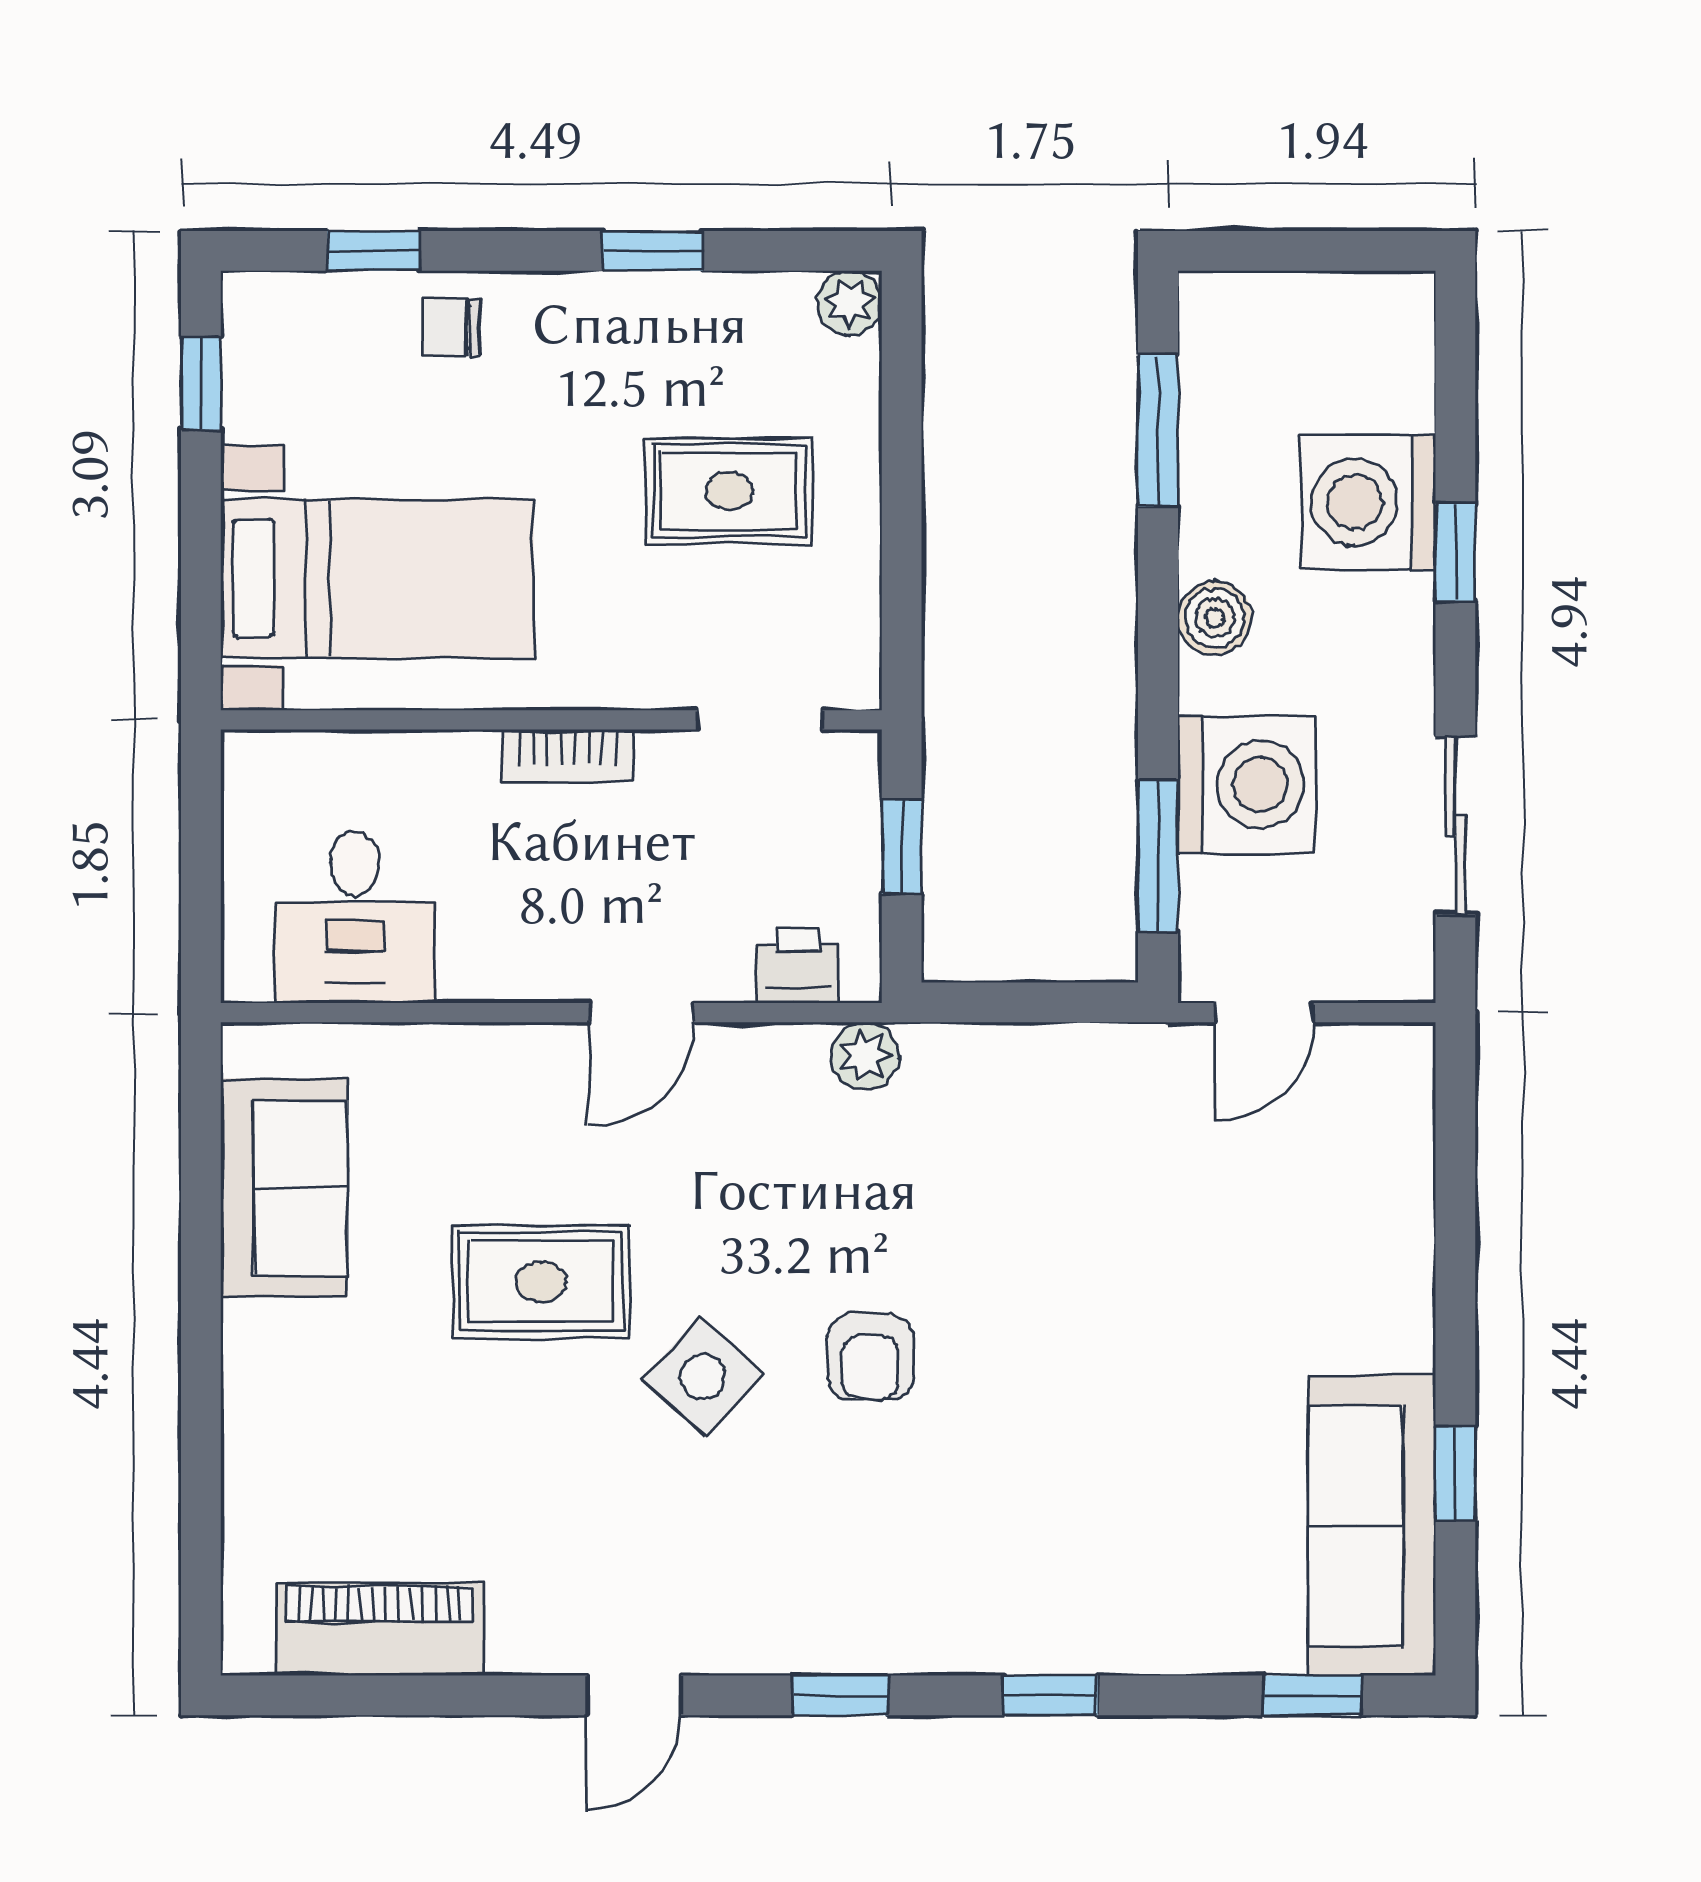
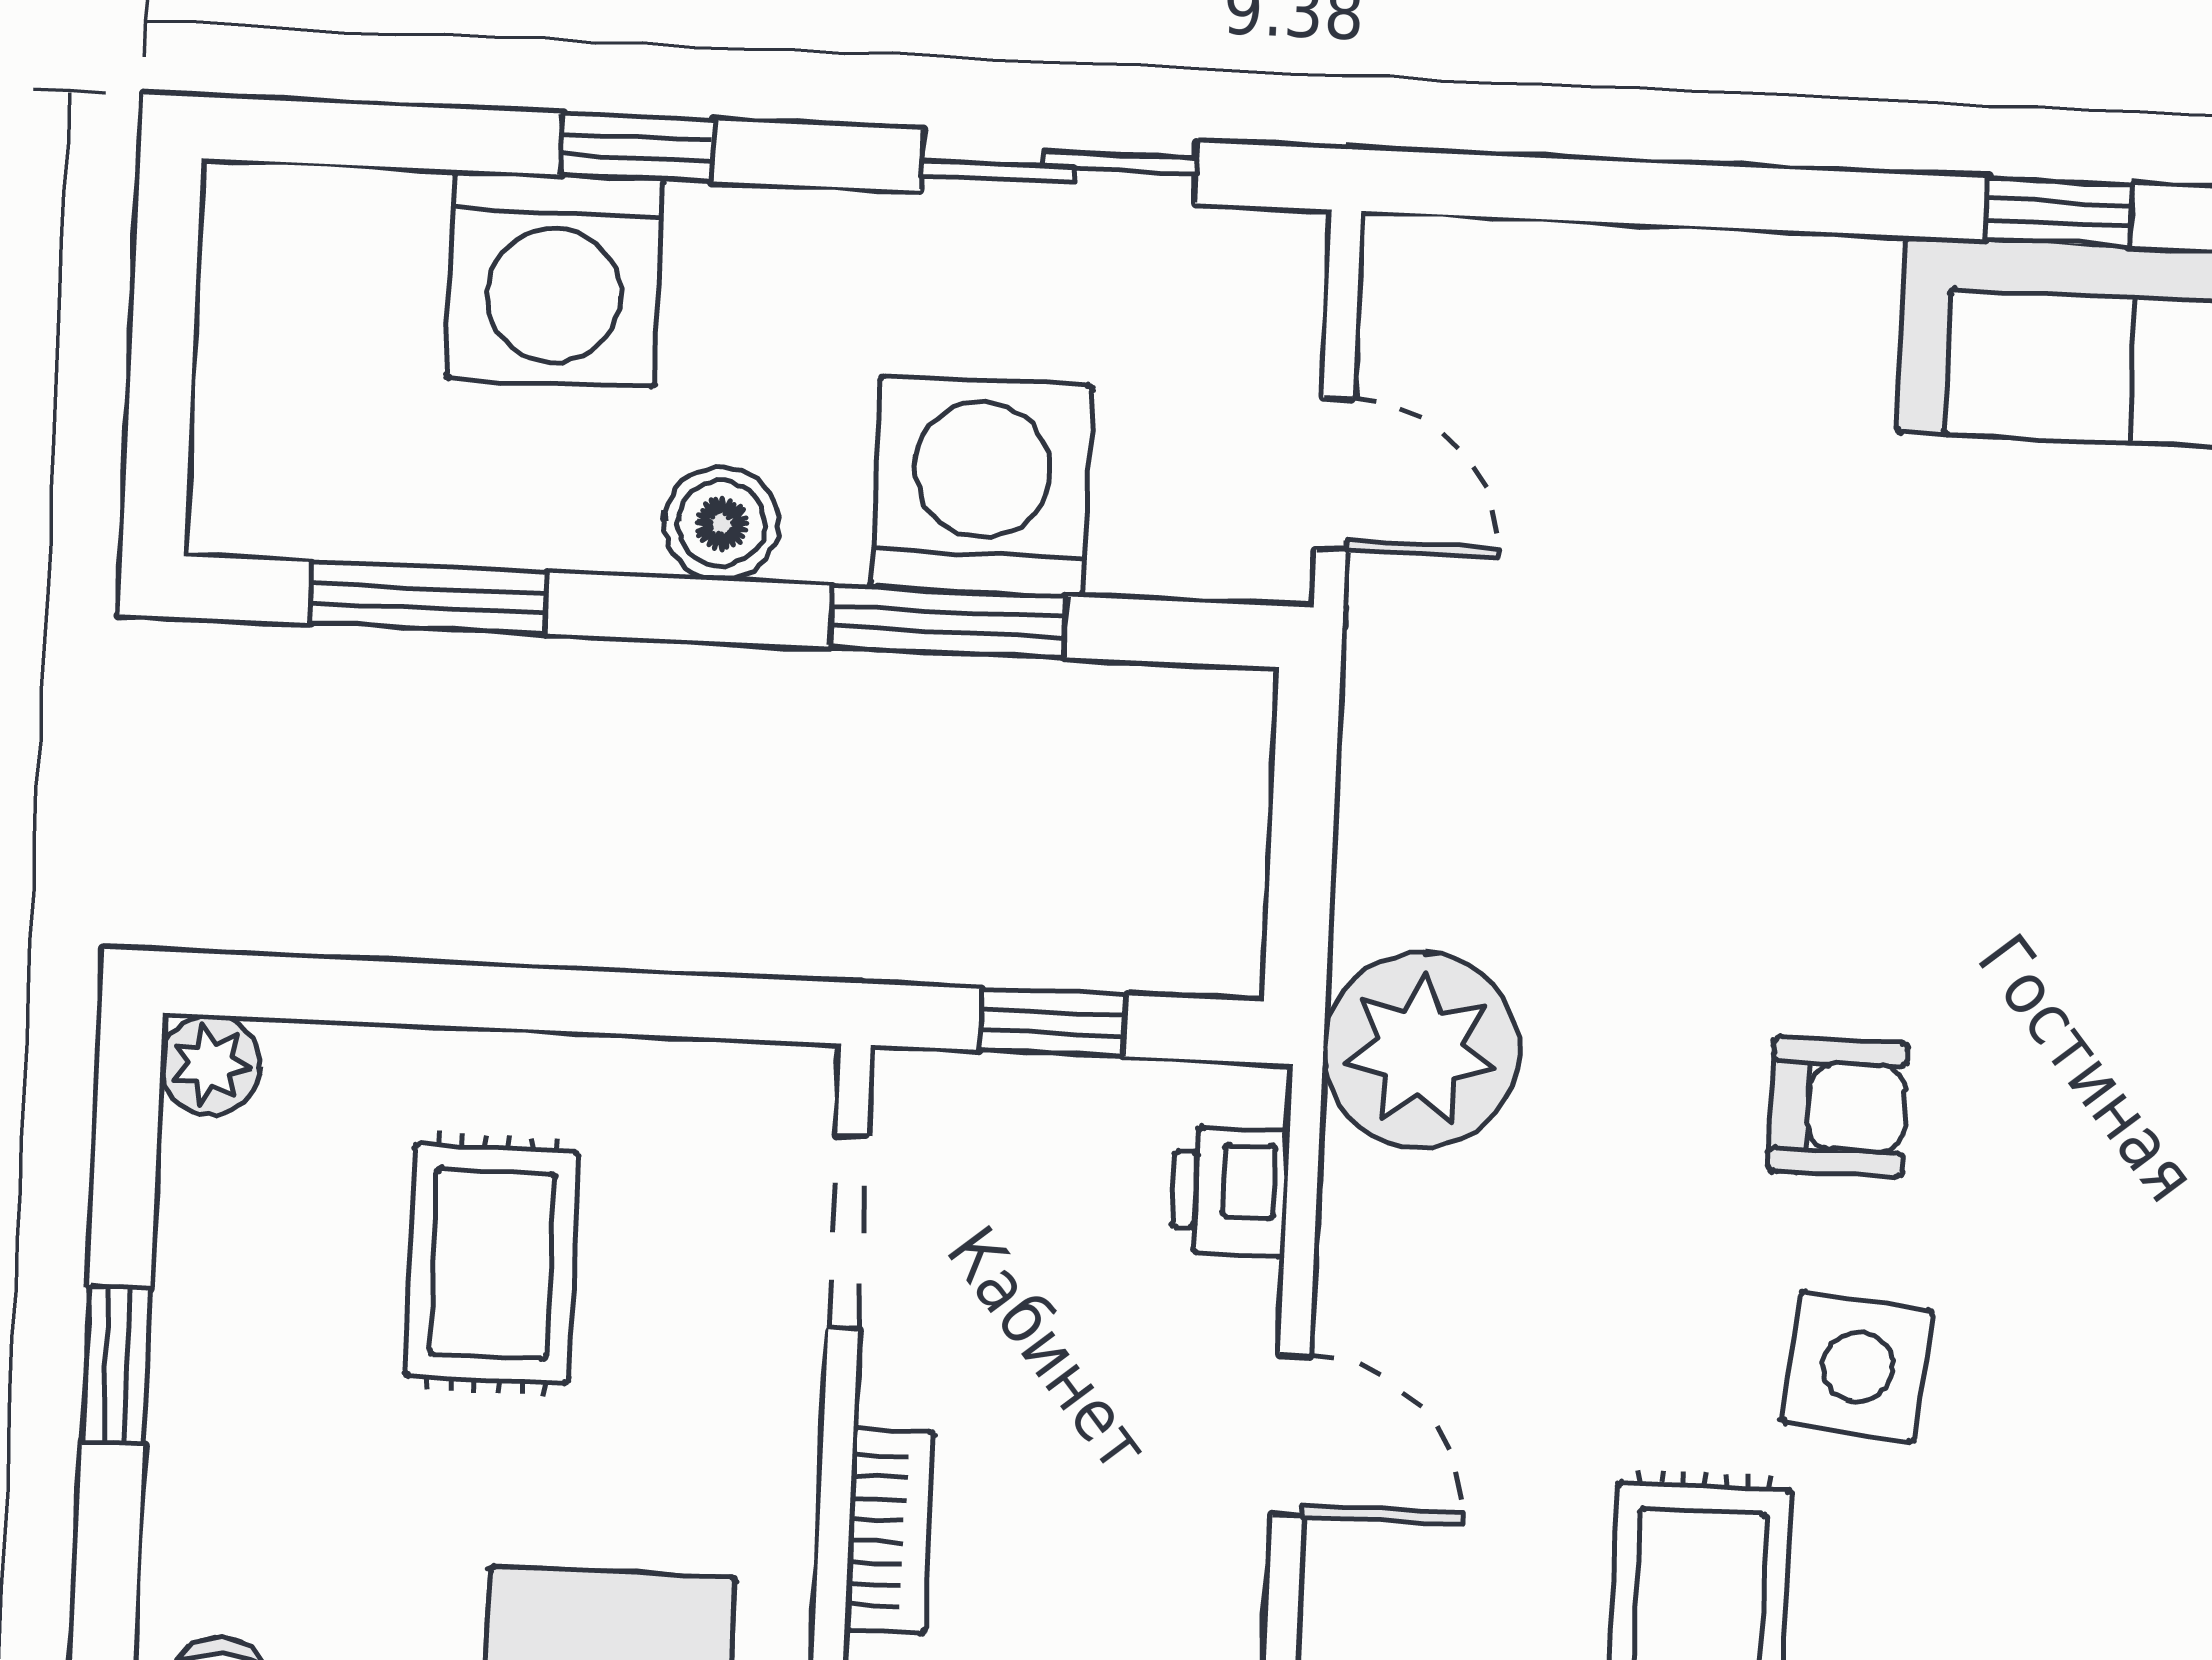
window: (1158, 855) -> (948, 621), moved
plant: (865, 1056) -> (1421, 1050), width x1.87, depth x1.87
side table: (703, 1377) -> (1857, 1367), turned -36

